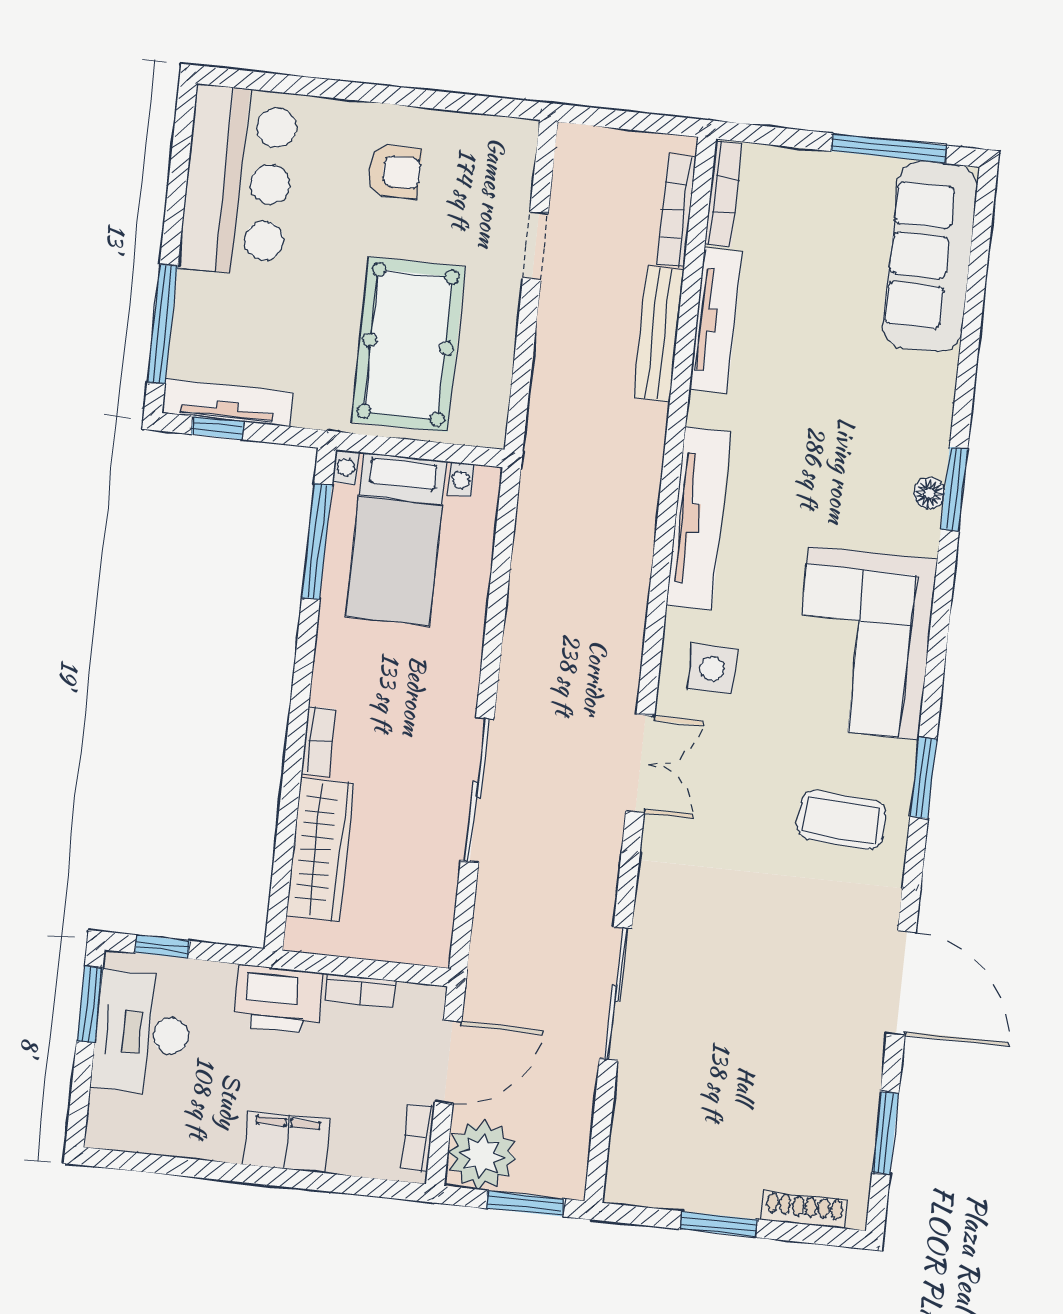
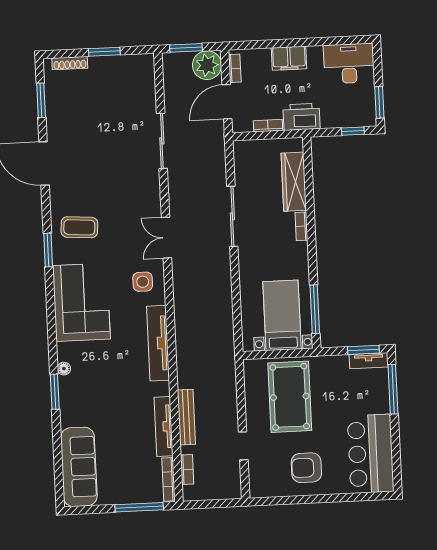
window: (889, 148) -> (139, 507), moved
armchair: (395, 171) -> (306, 468), width x1.38, depth x1.38
bookcase: (676, 211) -> (187, 469), width x0.64
tv unit: (228, 403) -> (369, 361), width x0.71
window: (218, 428) -> (363, 350), width x1.50
window: (954, 489) -> (55, 392), moved
desk: (142, 1033) -> (349, 63), moved, turned -90

